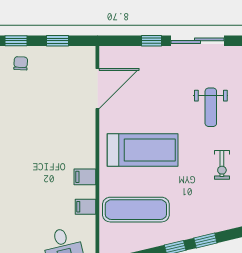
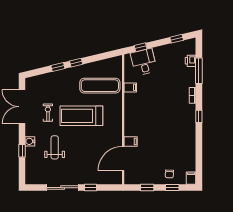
treadmill: (143, 150) -> (81, 116), moved
filing cabinet: (85, 177) -> (131, 141), moved

